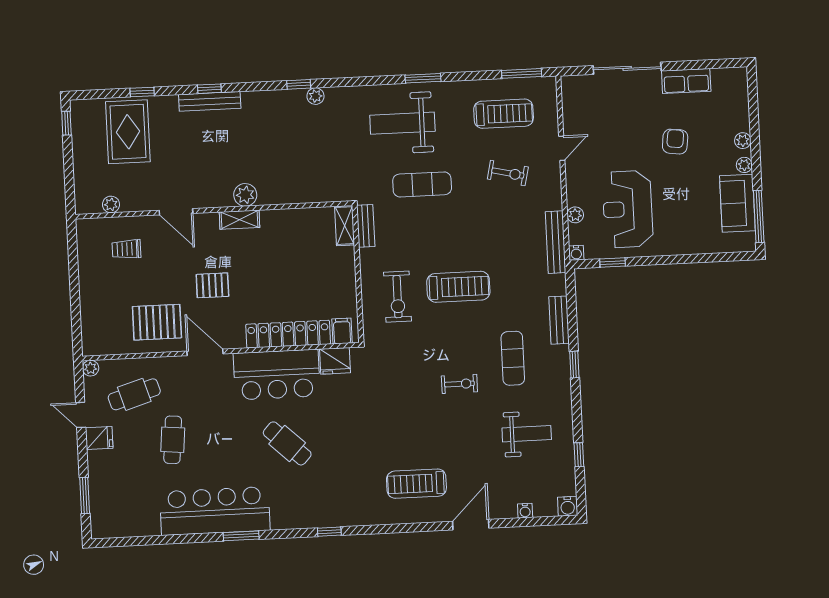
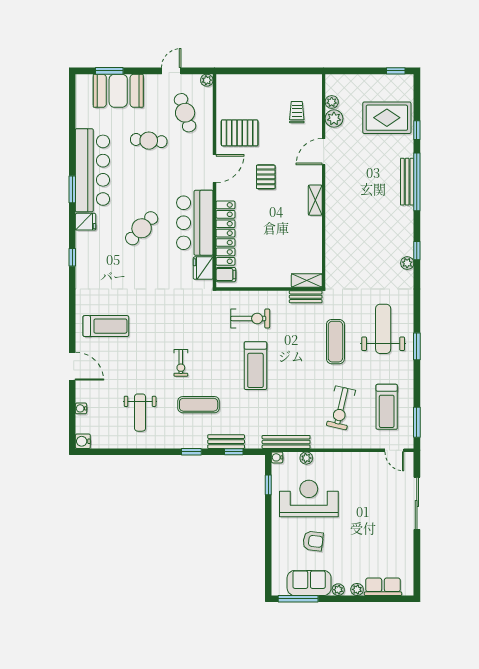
row of seats: (686, 81) -> (383, 587), moved, turned 90
window: (209, 89) -> (417, 182), width x3.17
armchair: (675, 142) -> (313, 541), moved
door: (562, 148) -> (394, 450), moved
exercise bike: (508, 173) -> (341, 408), width x1.38, depth x1.39
plant: (245, 195) -> (334, 119), moved
exercise bike: (397, 297) -> (250, 318), turned 180
pallet: (157, 322) -> (240, 133), turned 90
fridge: (99, 438) -> (86, 222), moved, turned -90
window: (579, 455) -> (234, 452), moved
booth: (110, 483) -> (118, 91), added
treadmill: (416, 484) -> (106, 326), turned 90

